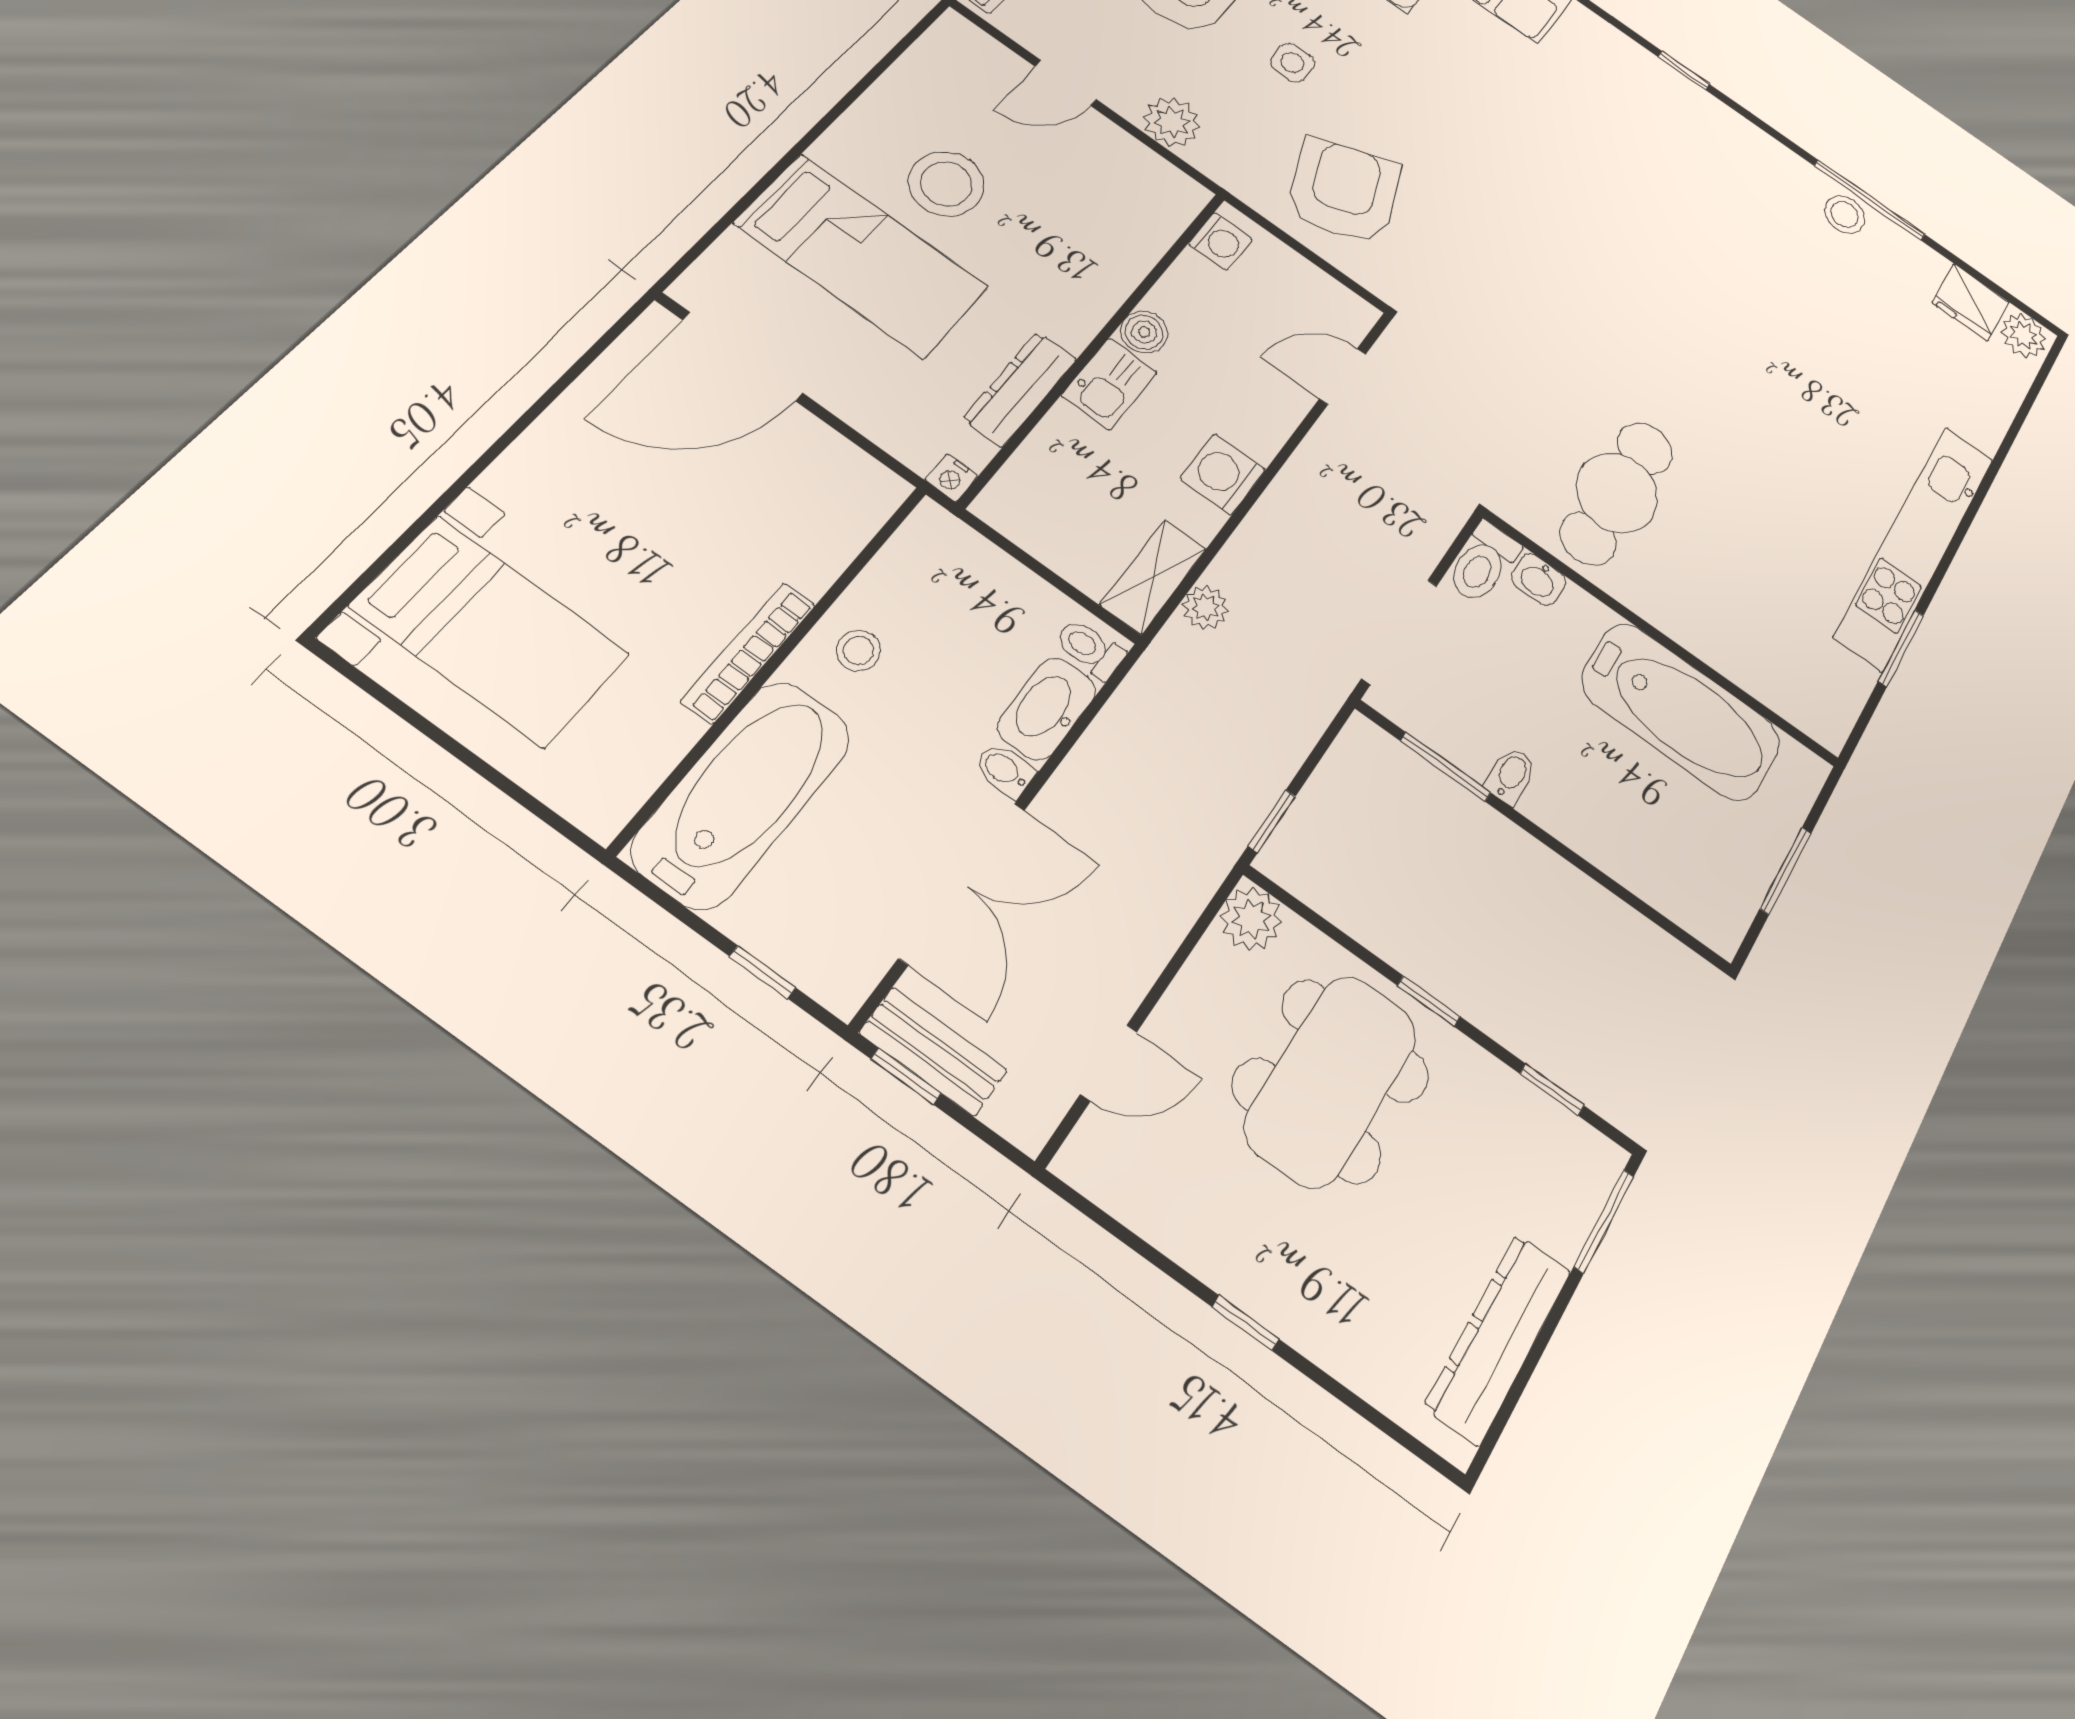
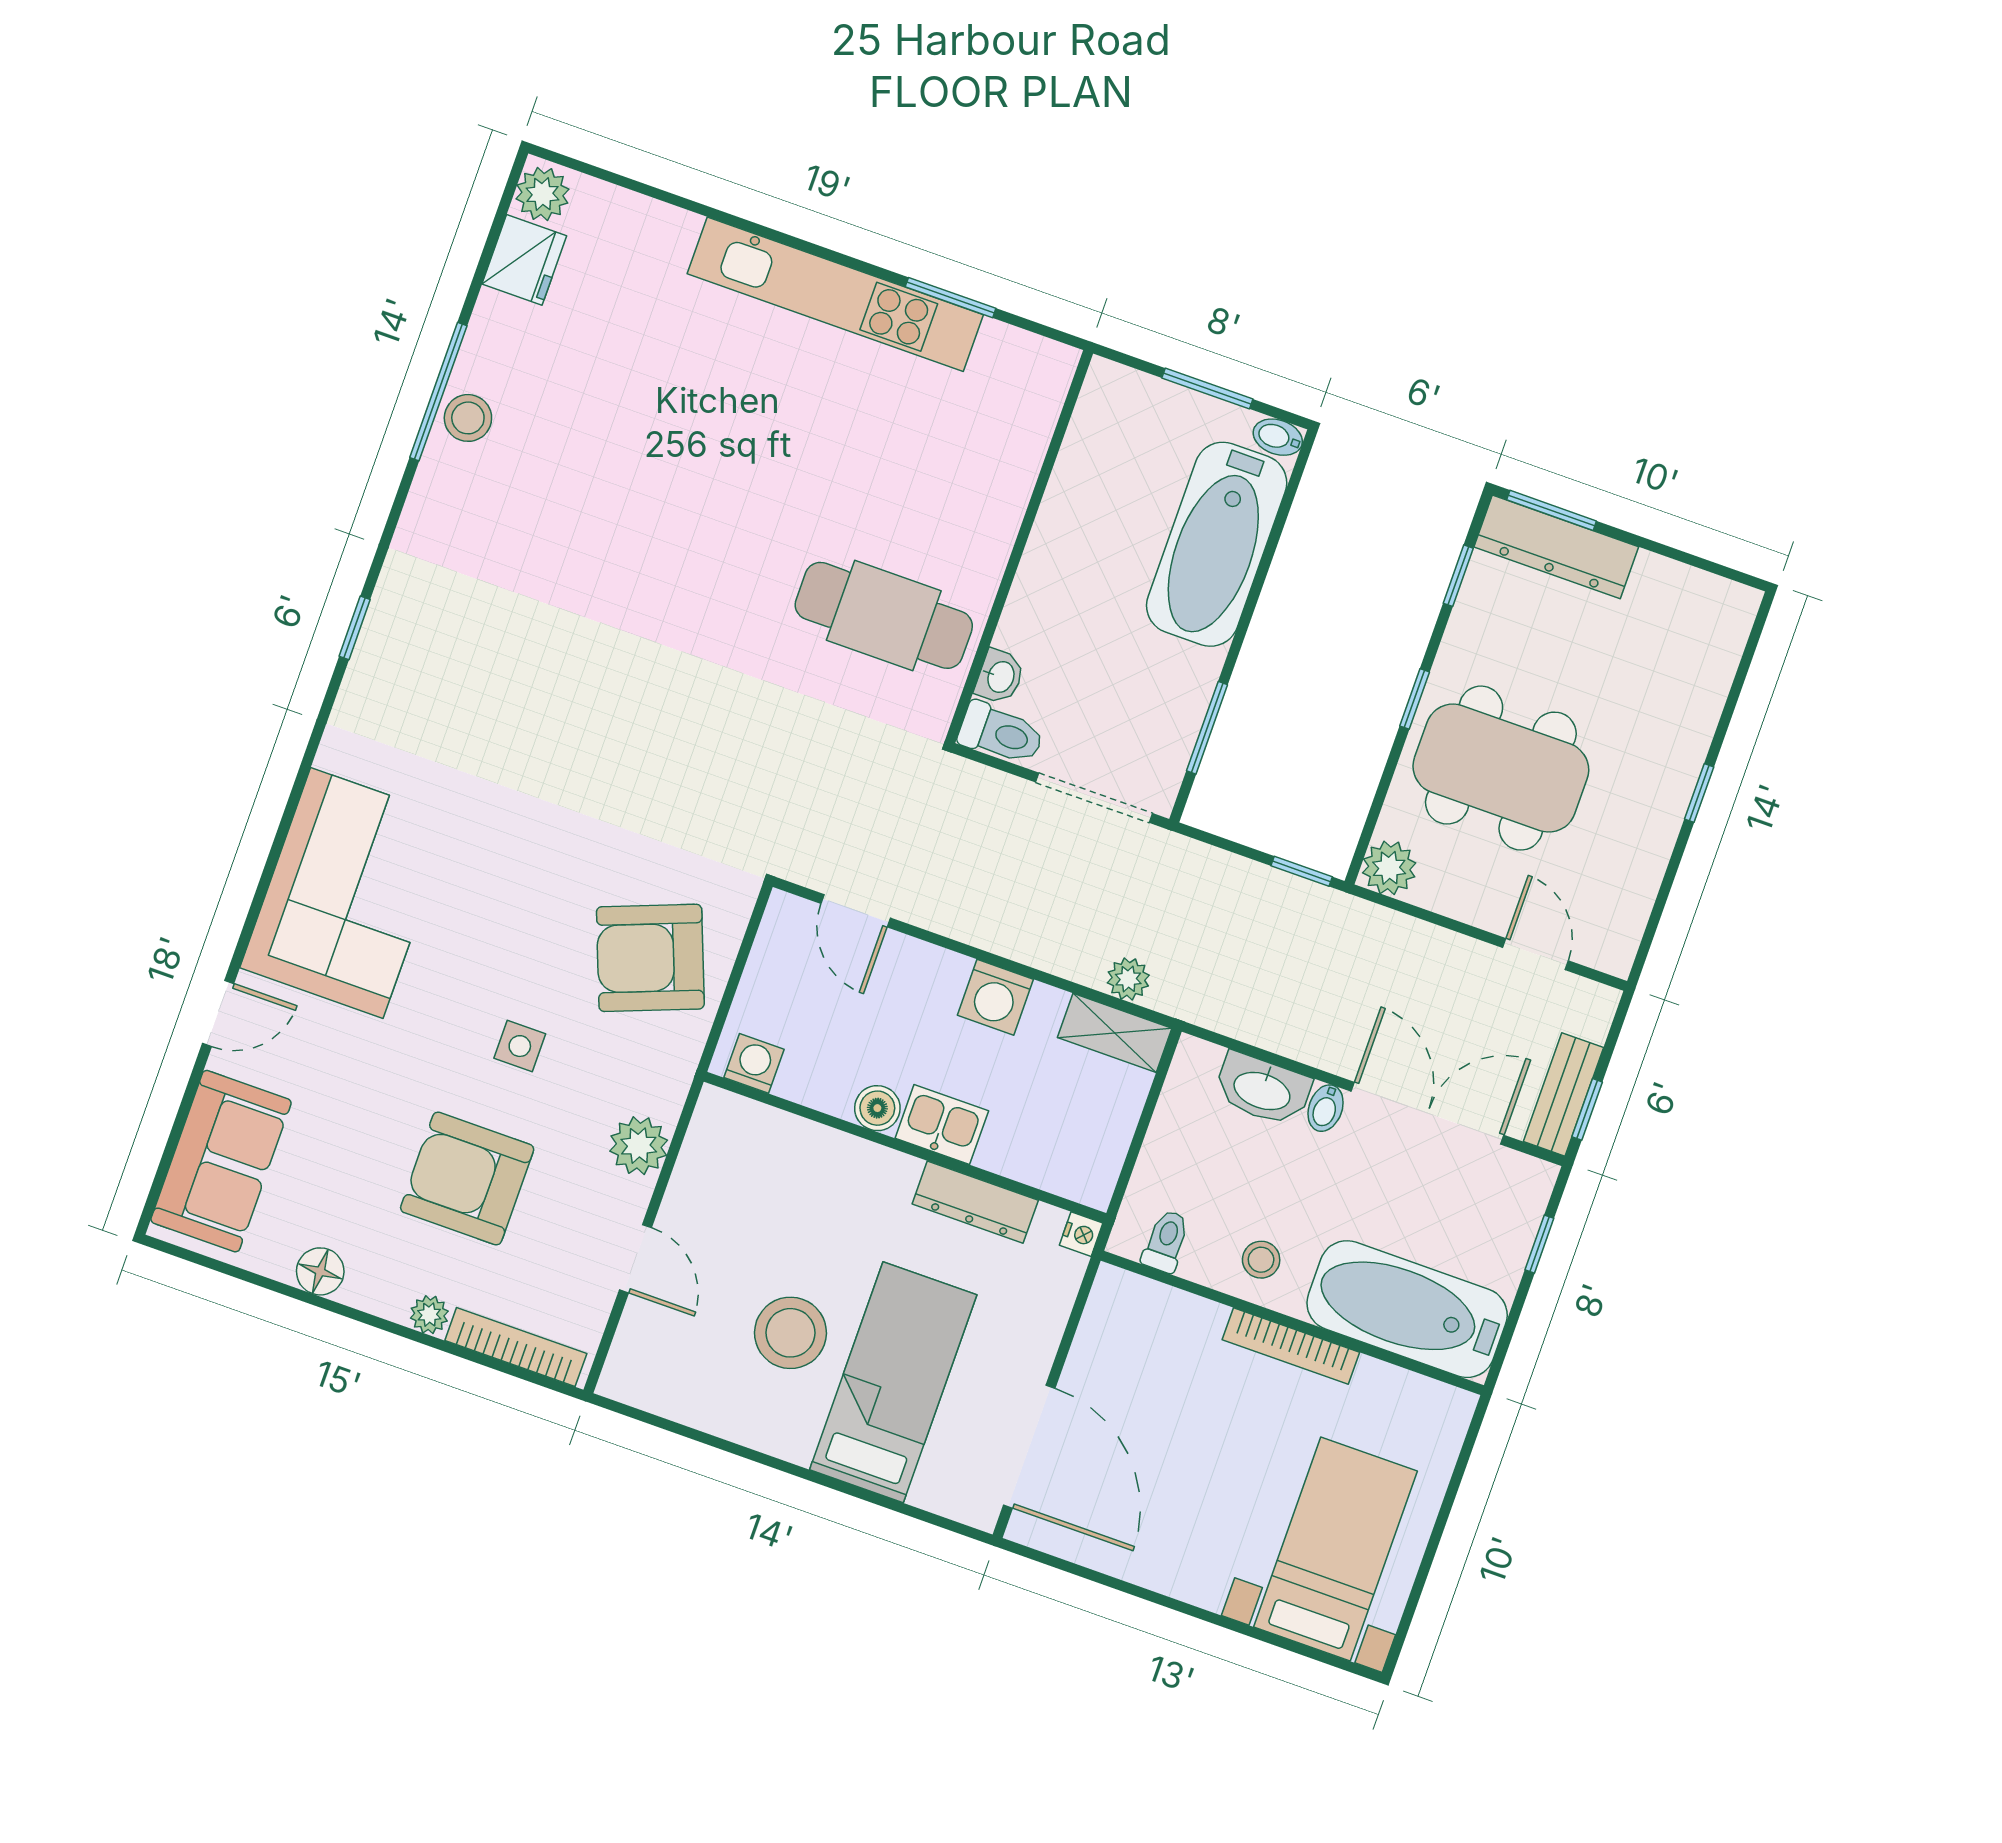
toilet: (1090, 649) -> (1166, 1241), moved, turned 180
bathtub: (1681, 711) -> (1217, 544), moved, turned 180
bidet: (1511, 775) -> (1278, 437), moved
dresser: (1498, 1338) -> (1556, 547), moved

